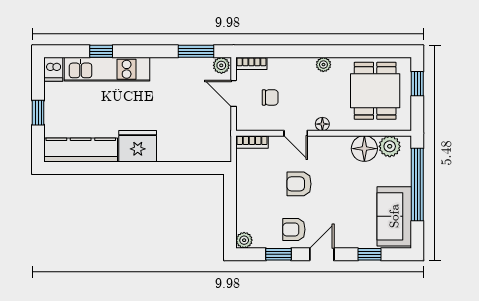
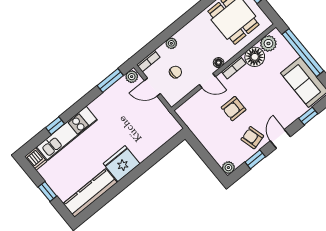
plant: (323, 65) -> (171, 43), moved
bookcase: (252, 142) -> (234, 68), moved
armchair: (294, 229) -> (252, 138), turned 75

